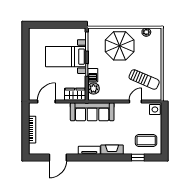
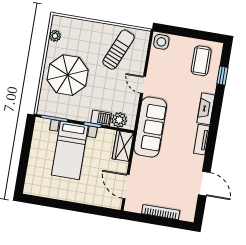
door: (135, 101) -> (143, 85), moved

